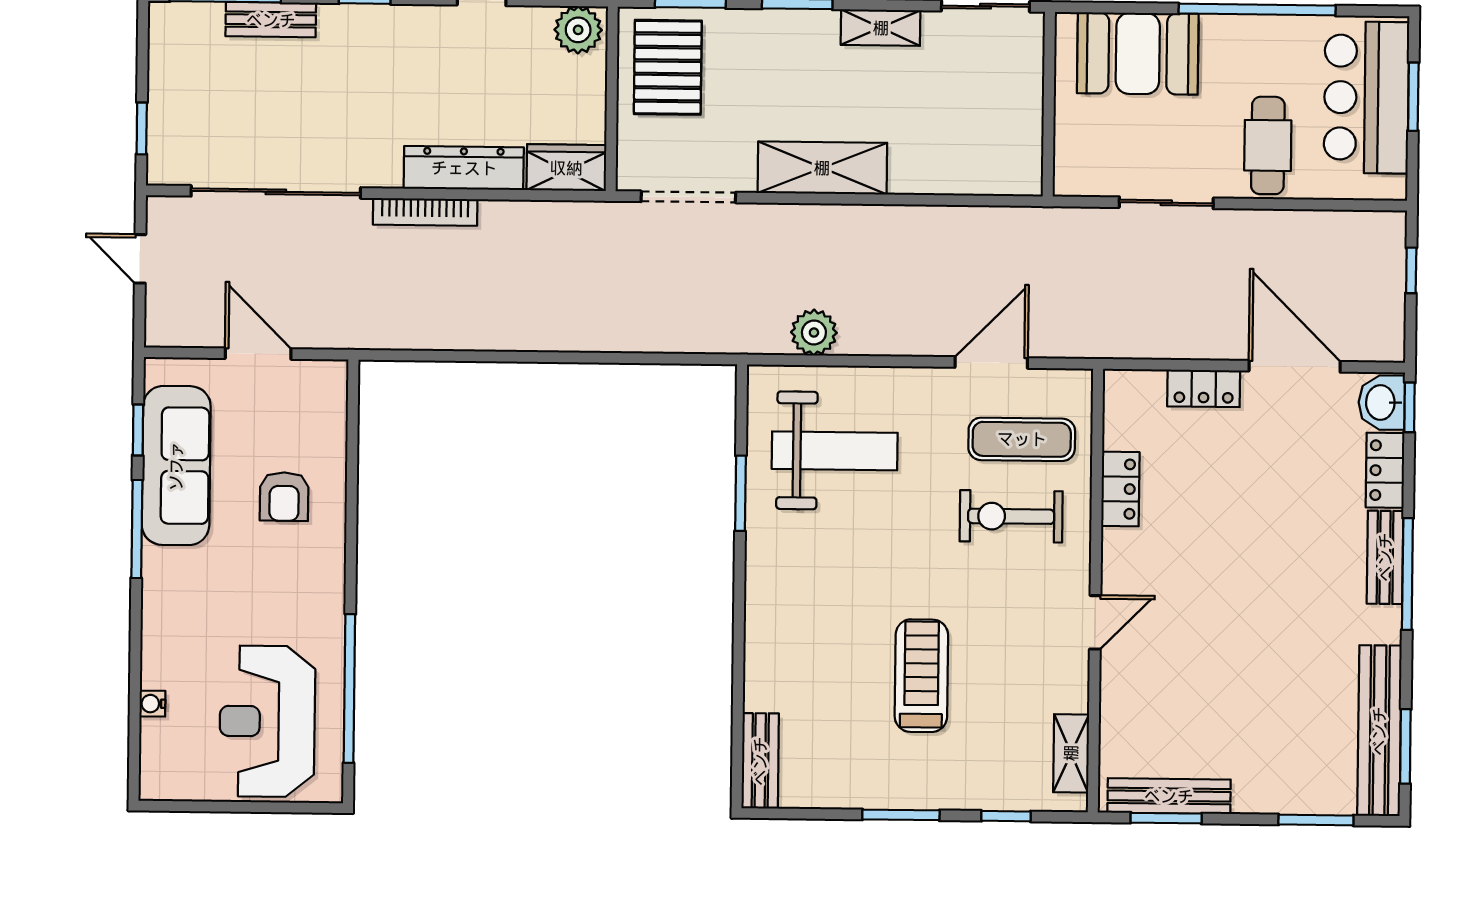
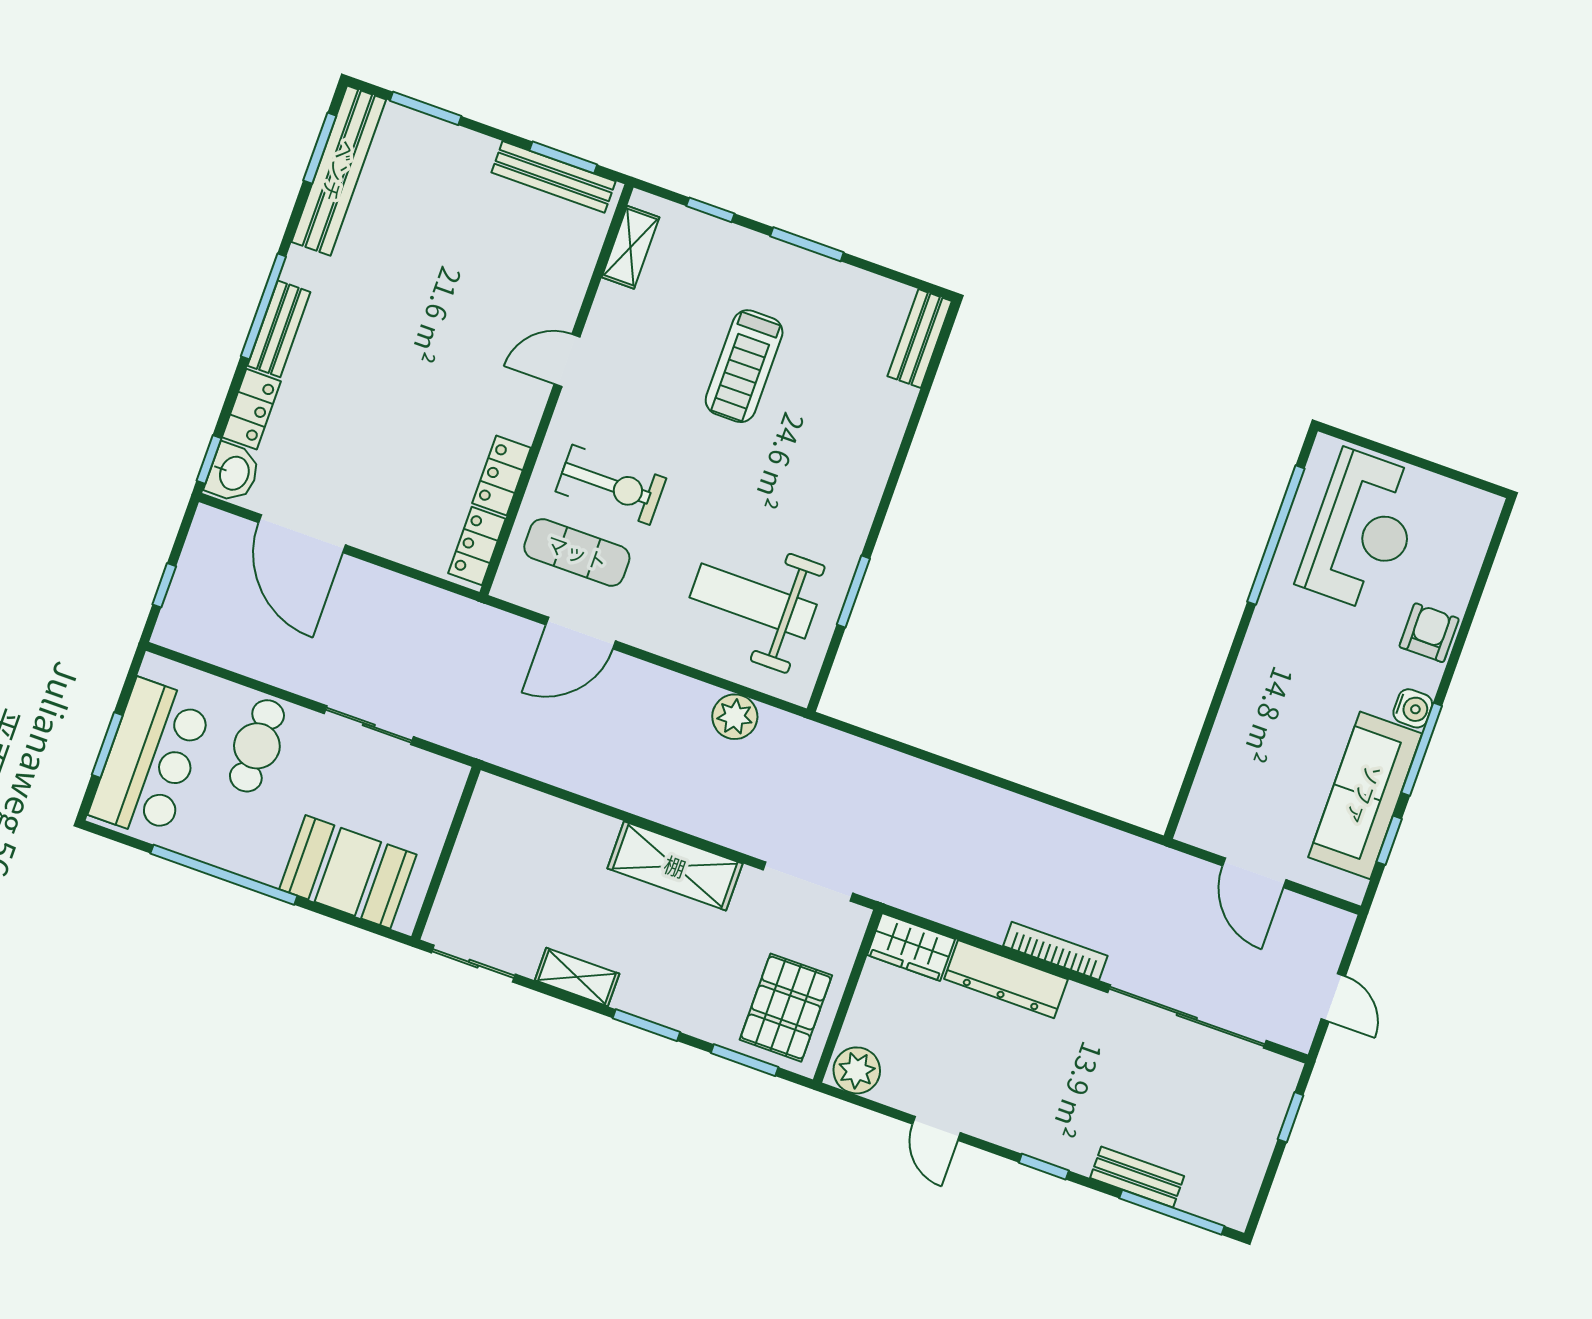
locker: (1204, 388) -> (477, 546), moved, turned -90
armchair: (284, 497) -> (1429, 633), moved
water cooler: (152, 704) -> (1413, 708), moved, width x1.38, depth x1.38

